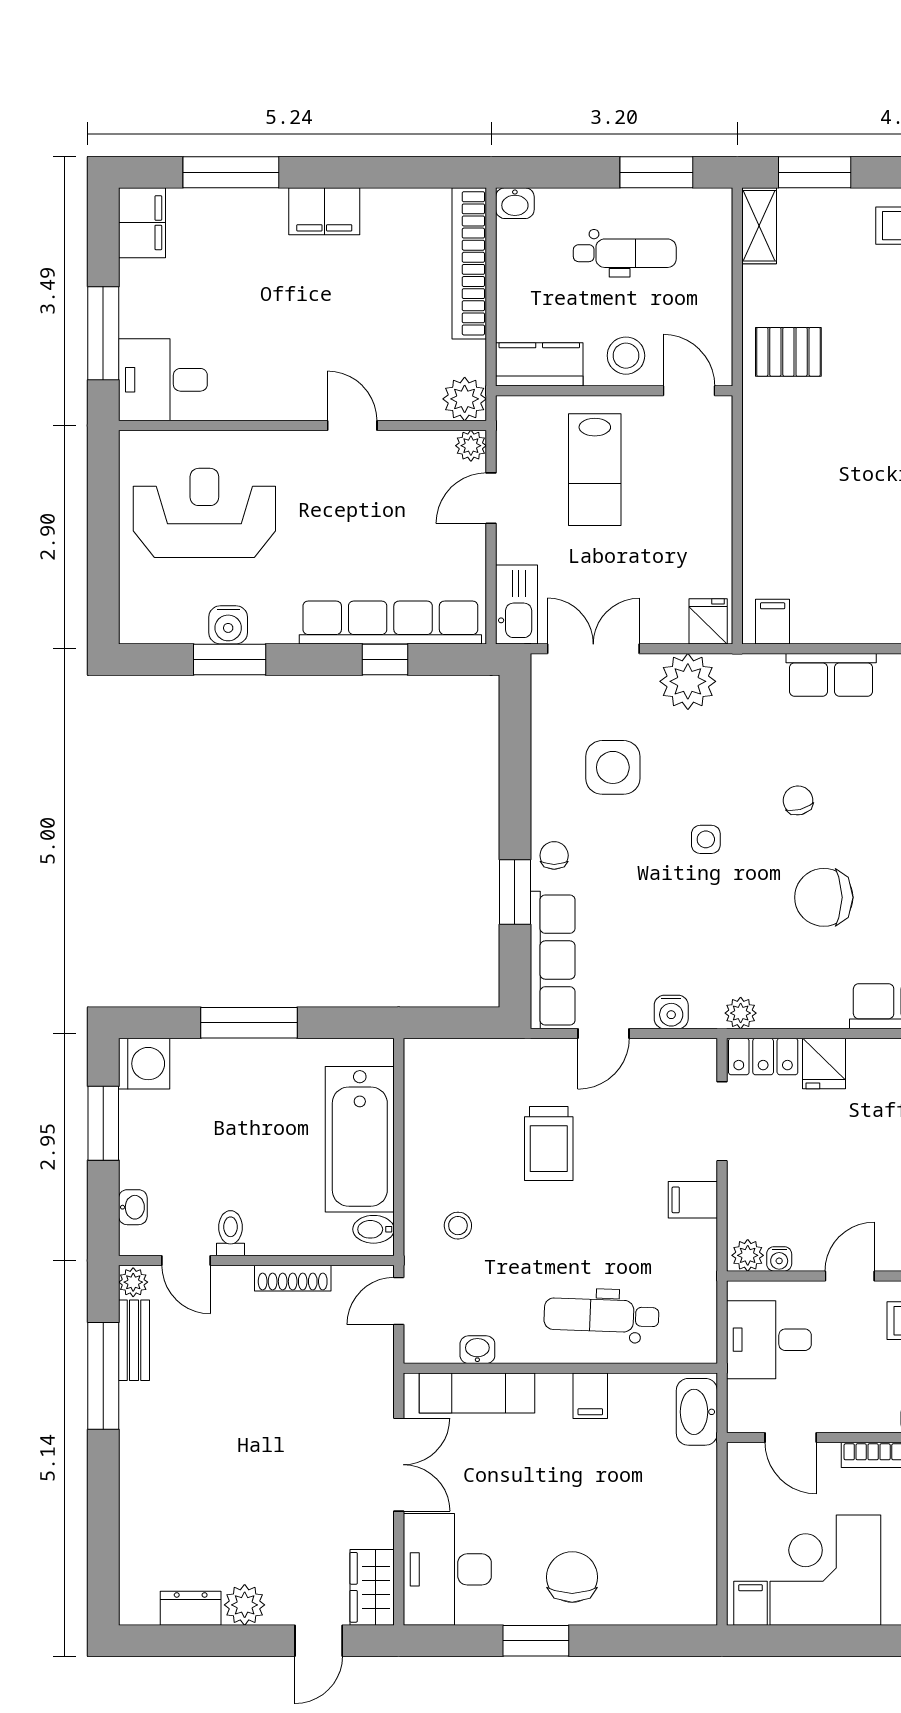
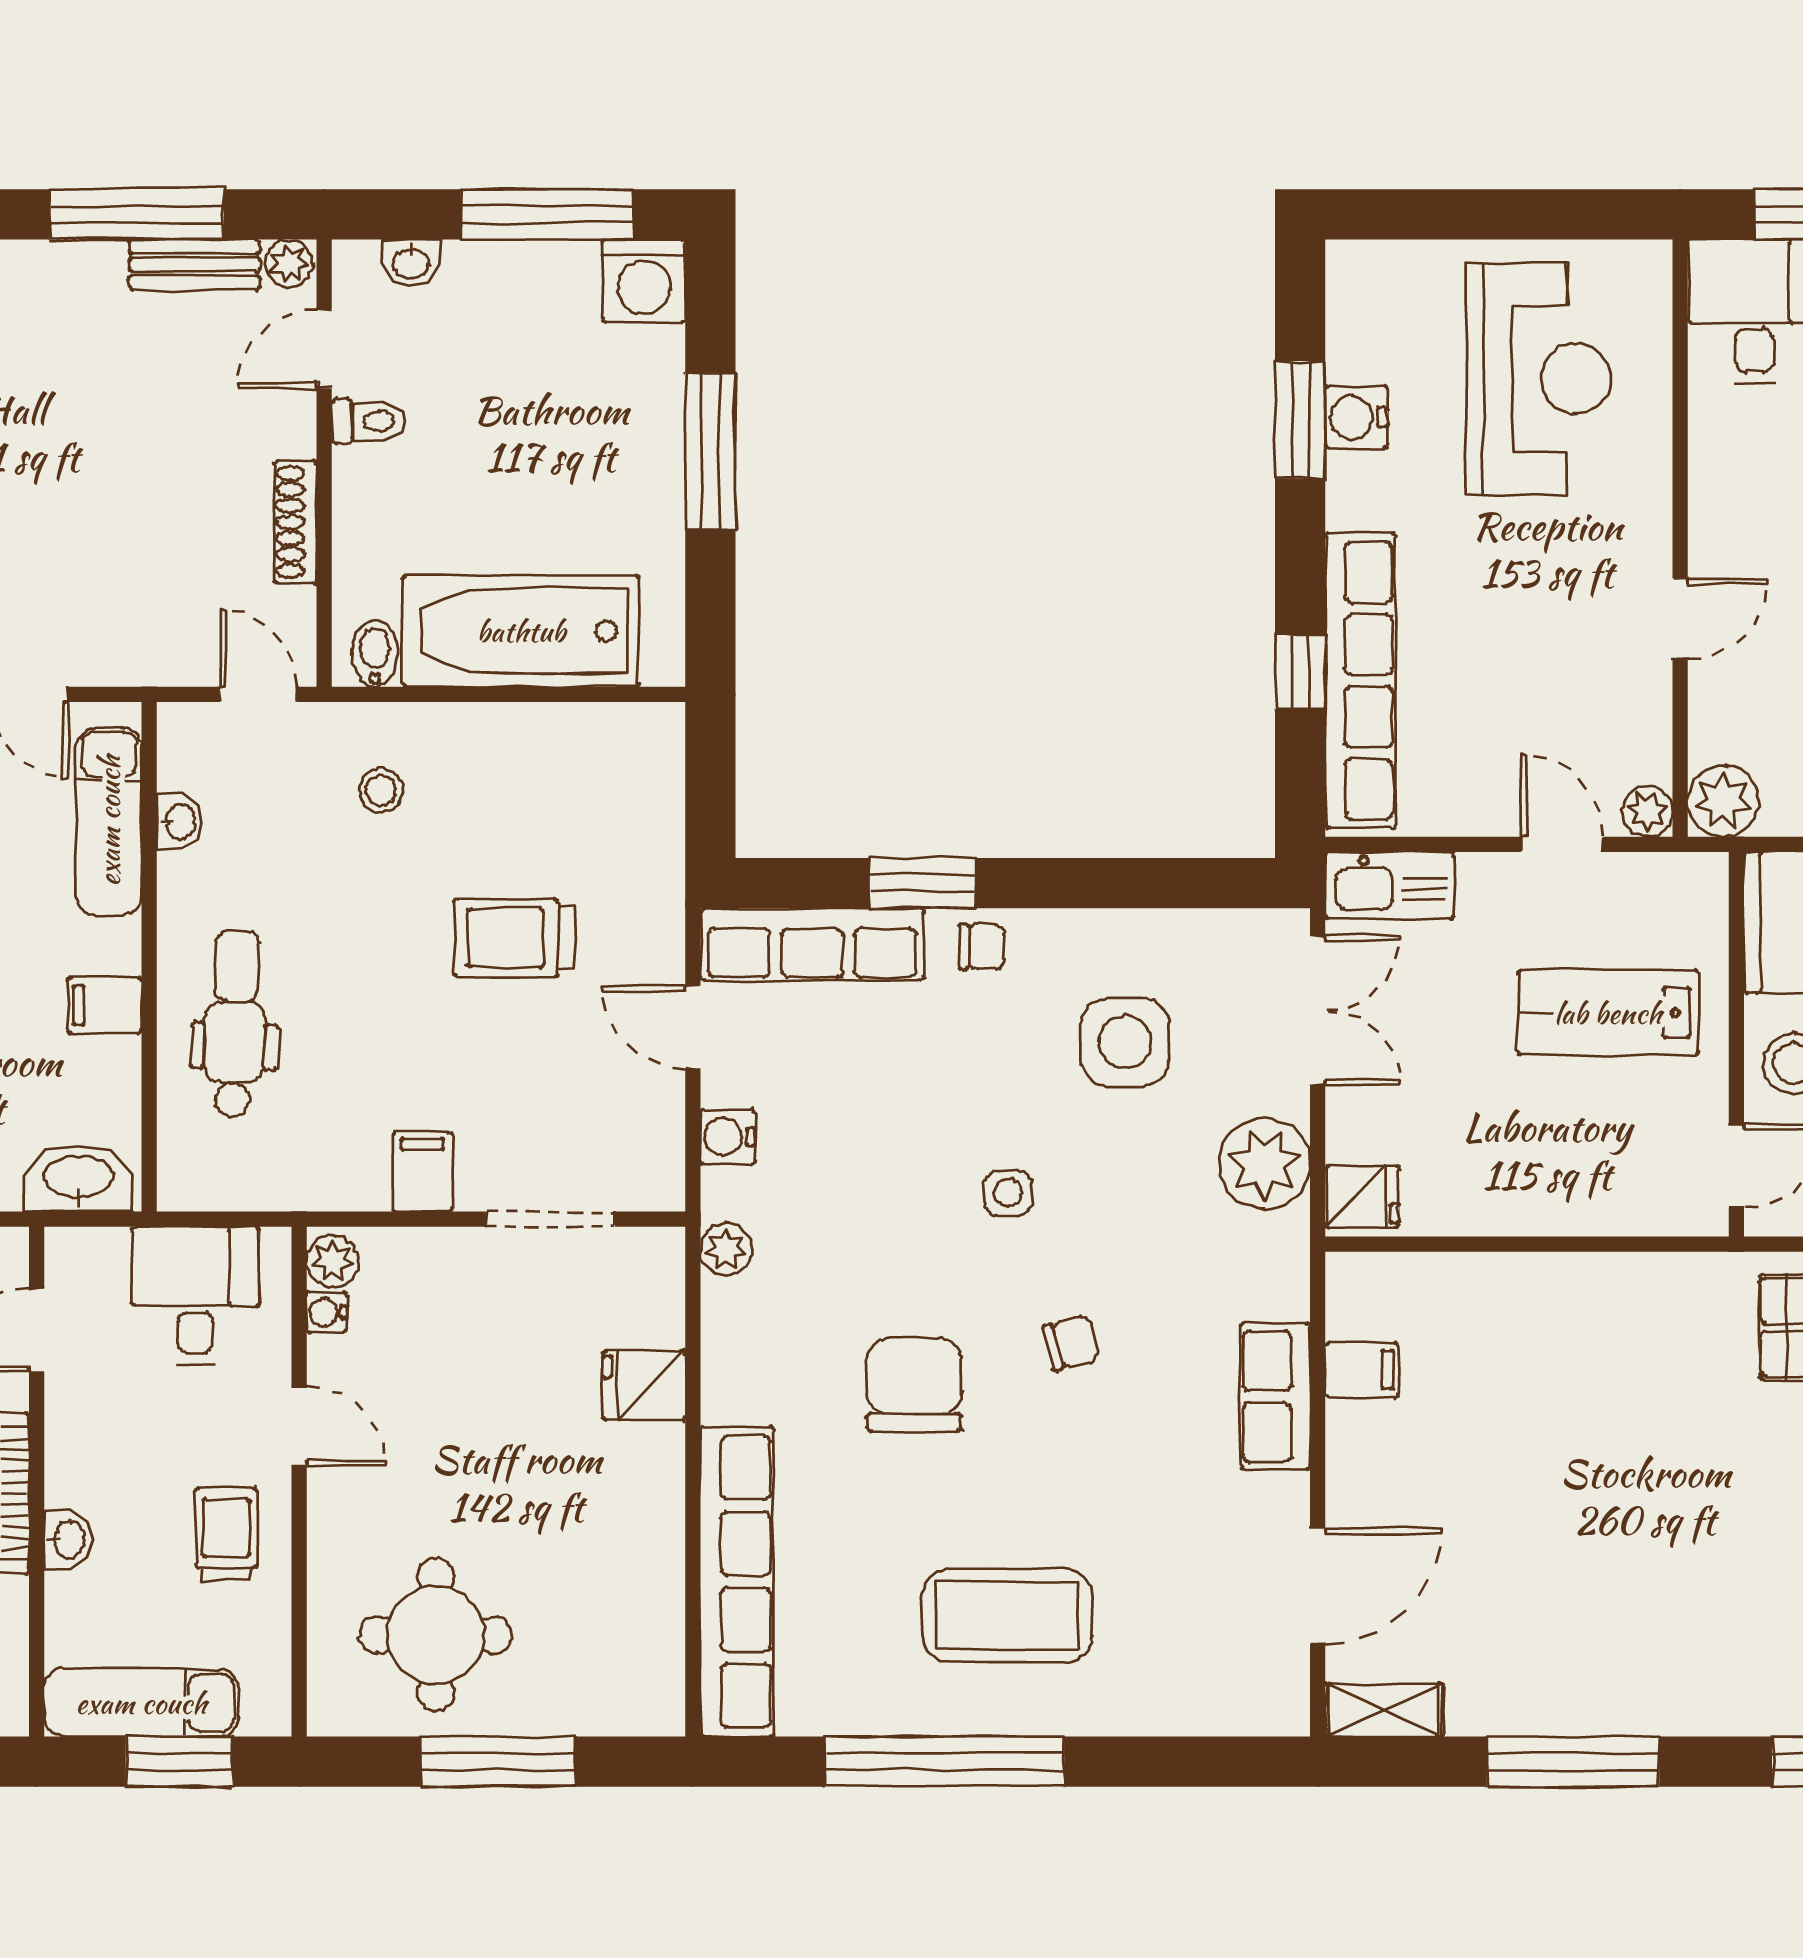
filing cabinet: (773, 622) -> (1362, 1370), moved
locker: (763, 1057) -> (655, 1286), removed
window: (103, 1123) -> (547, 214), width x1.44

